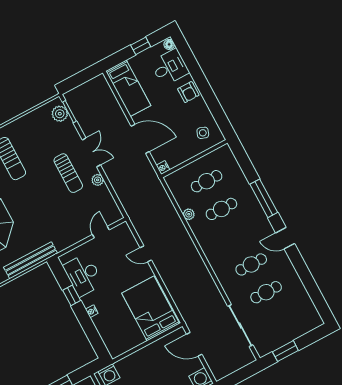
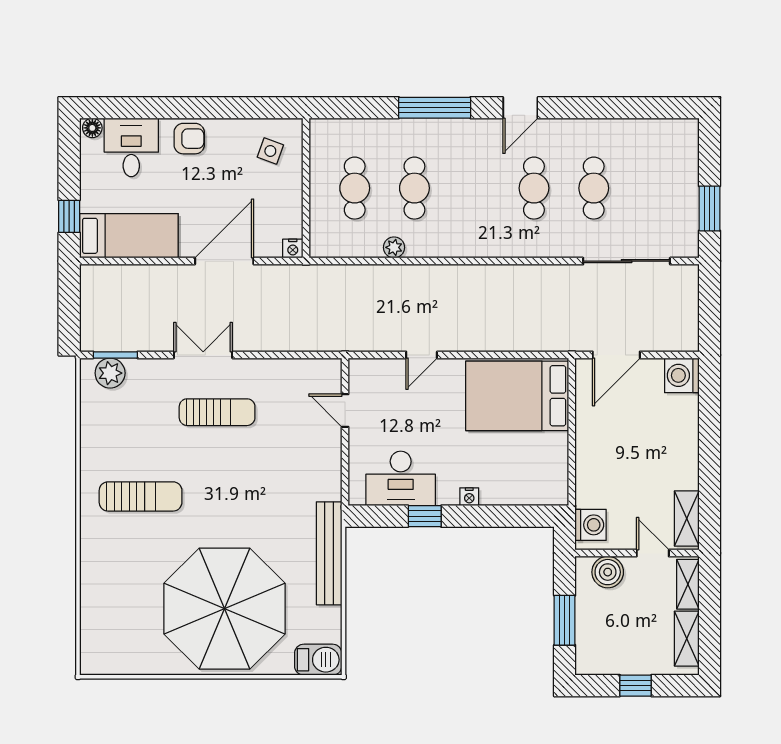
window: (141, 46) -> (69, 216), moved
plant: (98, 180) -> (255, 369), removed

